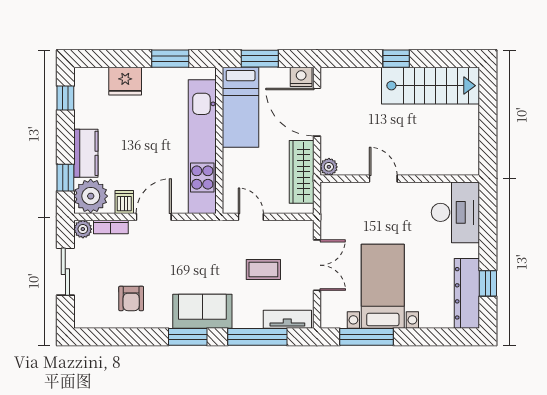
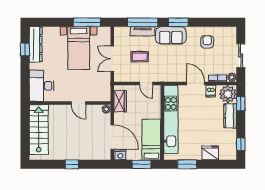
stairs: (431, 86) -> (39, 130), moved, turned 90
wardrobe: (302, 172) -> (120, 101), width x0.67
door: (154, 217) -> (196, 84), swing flipped
tv unit: (287, 319) -> (143, 31), moved

